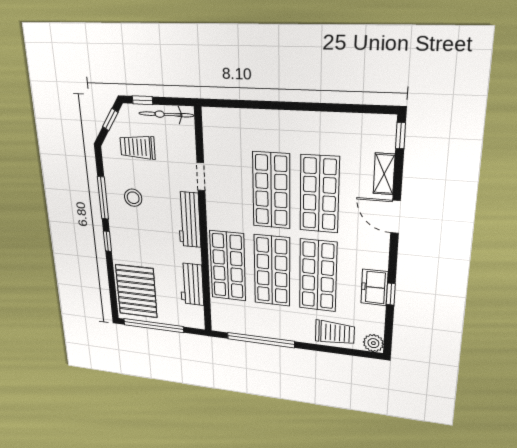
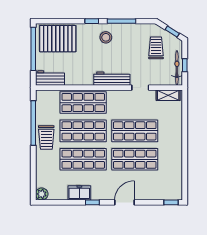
window: (143, 100) -> (185, 65), moved
shelving: (384, 174) -> (168, 95), moved
stool: (133, 198) -> (106, 37), moved
workbench: (192, 284) -> (50, 78), moved
window: (391, 294) -> (92, 202), moved
trolley: (335, 333) -> (46, 137), moved

